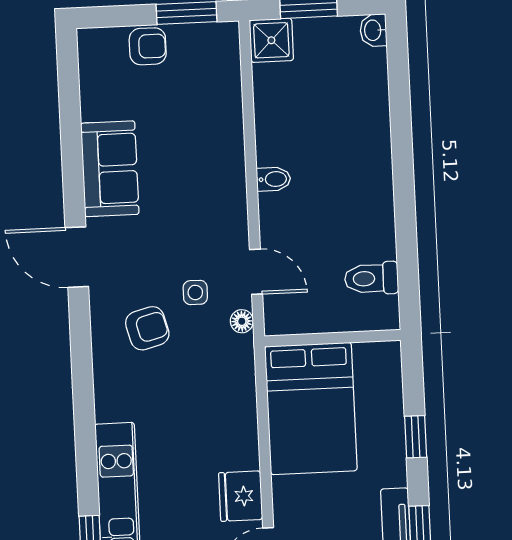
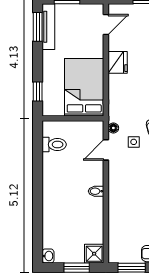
door: (256, 272) -> (106, 150), hinge flipped
window: (416, 437) -> (38, 92), moved
fridge: (241, 496) -> (118, 62), moved

